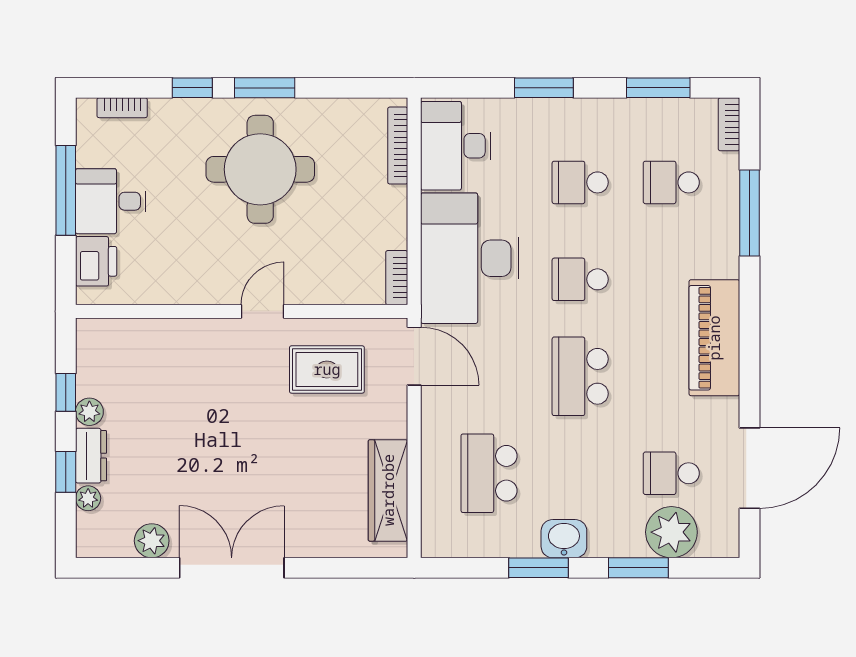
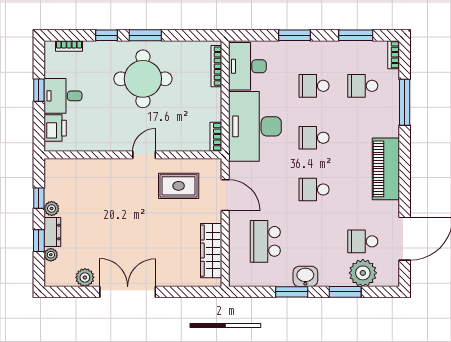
window: (66, 190) -> (39, 90), width x0.46
door: (414, 356) -> (225, 195), moved
school desk: (580, 376) -> (314, 190), width x0.54

